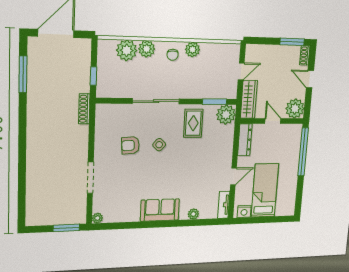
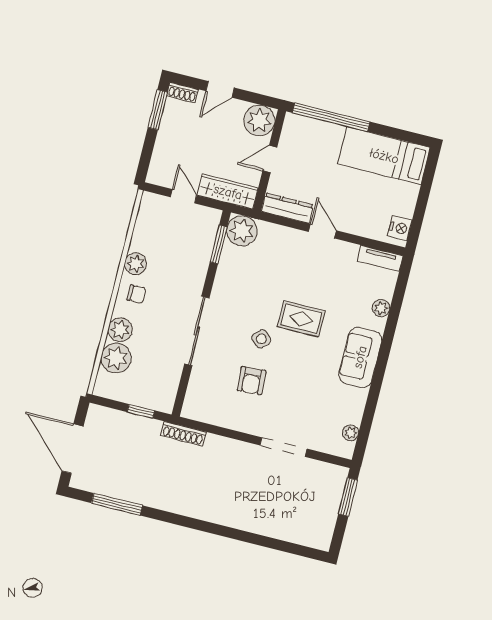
rug: (193, 123) -> (301, 319), moved
door: (234, 176) -> (322, 231), moved
bed: (265, 190) -> (384, 156), moved
plant: (97, 218) -> (350, 433), moved

